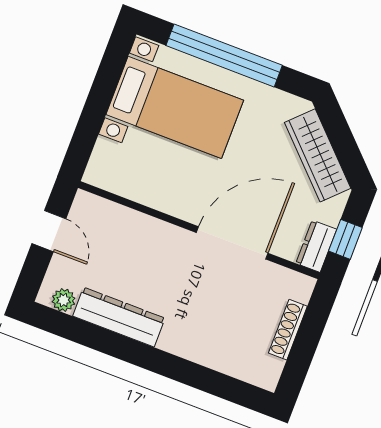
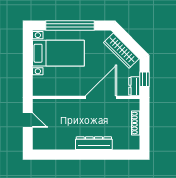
plant: (64, 300) -> (44, 145), removed
dresser: (119, 317) -> (94, 143), moved

